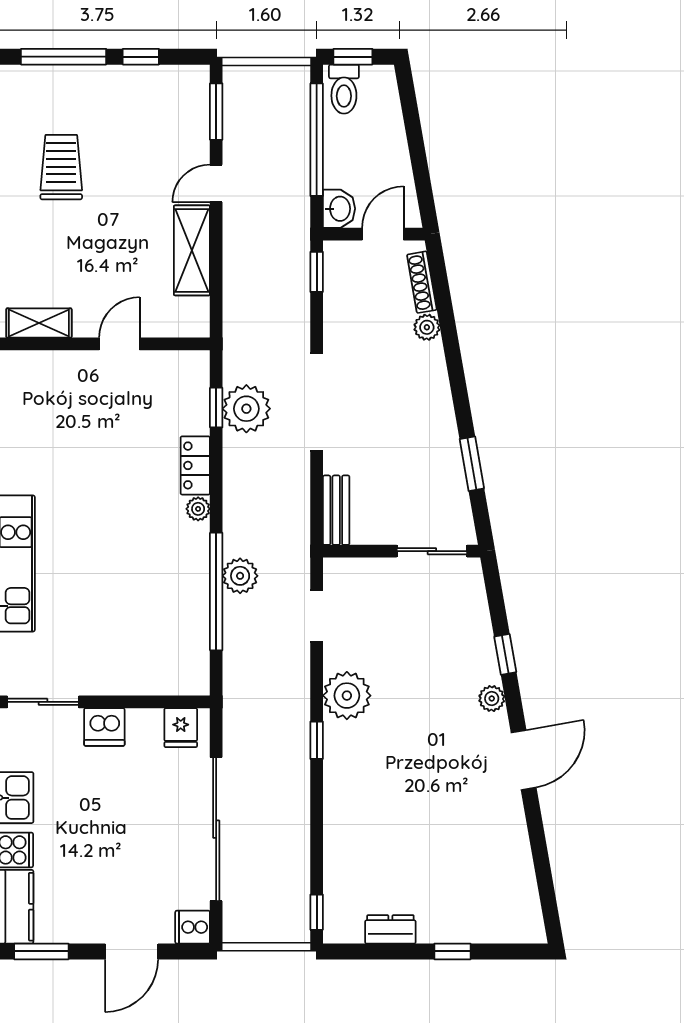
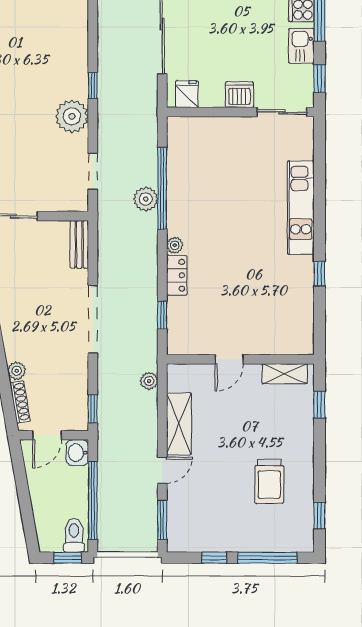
plant: (246, 409) -> (149, 381), moved, width x0.53, depth x0.53

